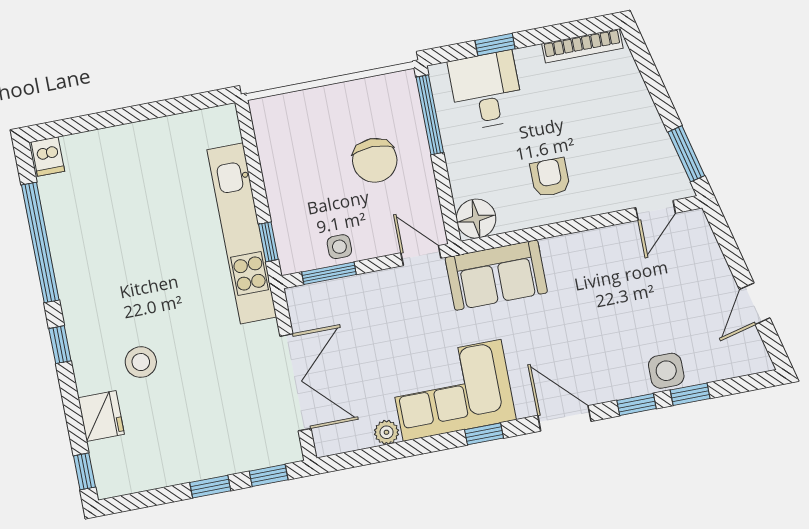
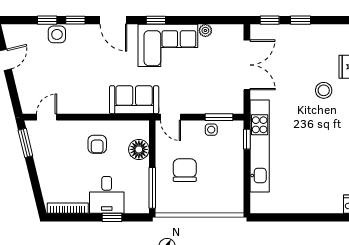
desk: (486, 90) -> (107, 195), moved
floor lamp: (476, 219) -> (139, 149), moved
double door: (295, 382) -> (247, 65), swing flipped

